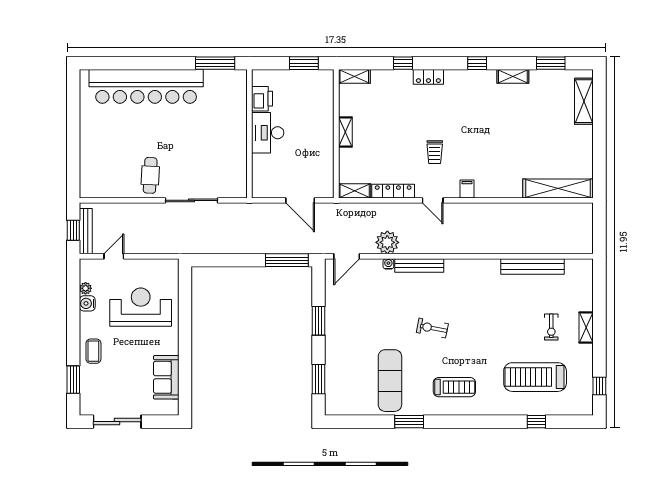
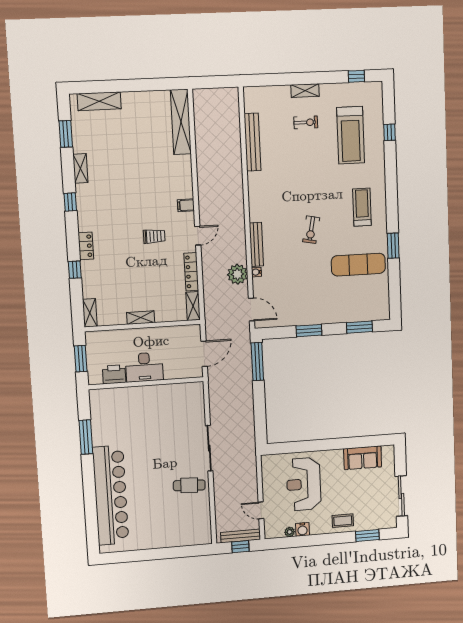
printer: (262, 99) -> (114, 374), moved
desk: (268, 133) -> (144, 367), moved
wall: (249, 134) -> (146, 383), moved

